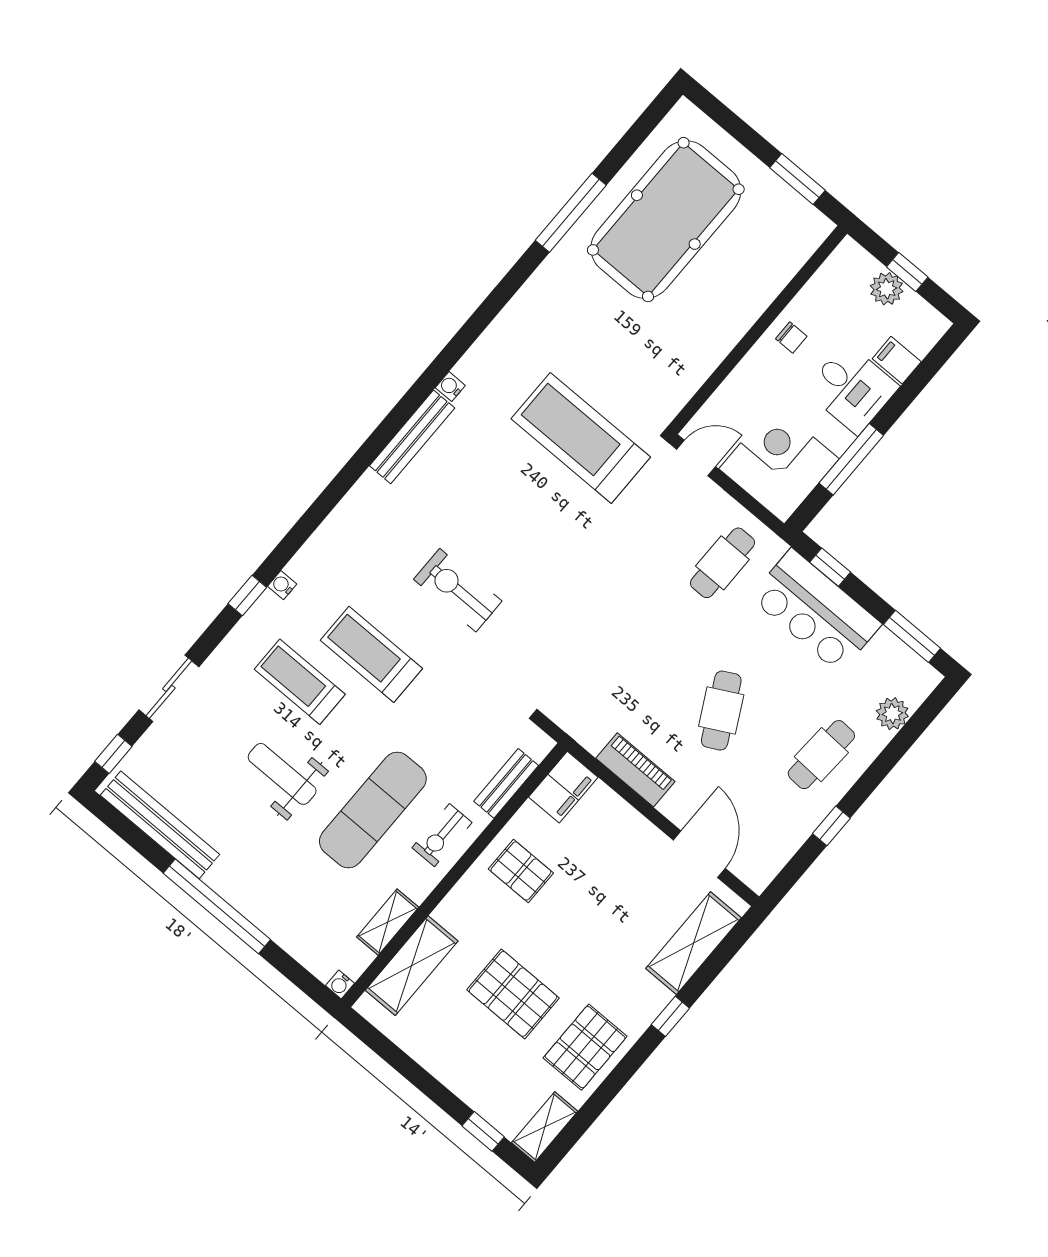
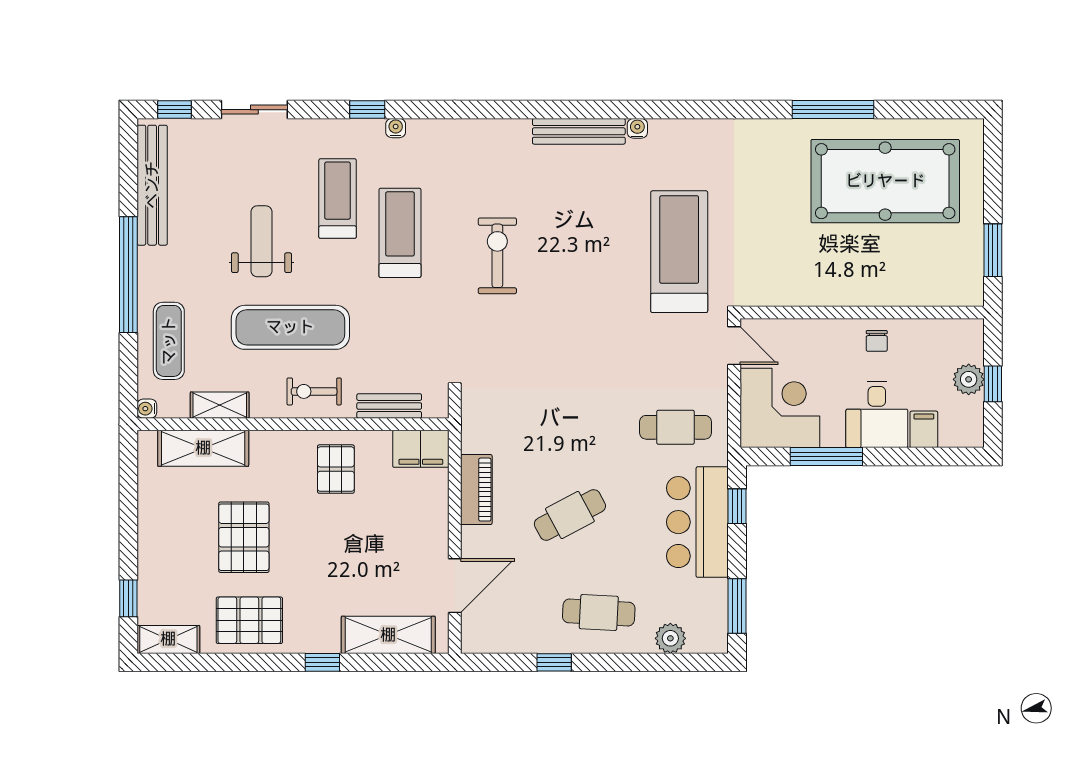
exercise mat: (300, 919) -> (169, 341), added

